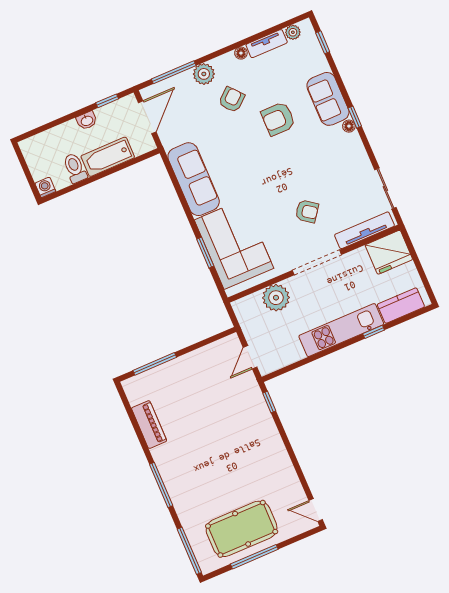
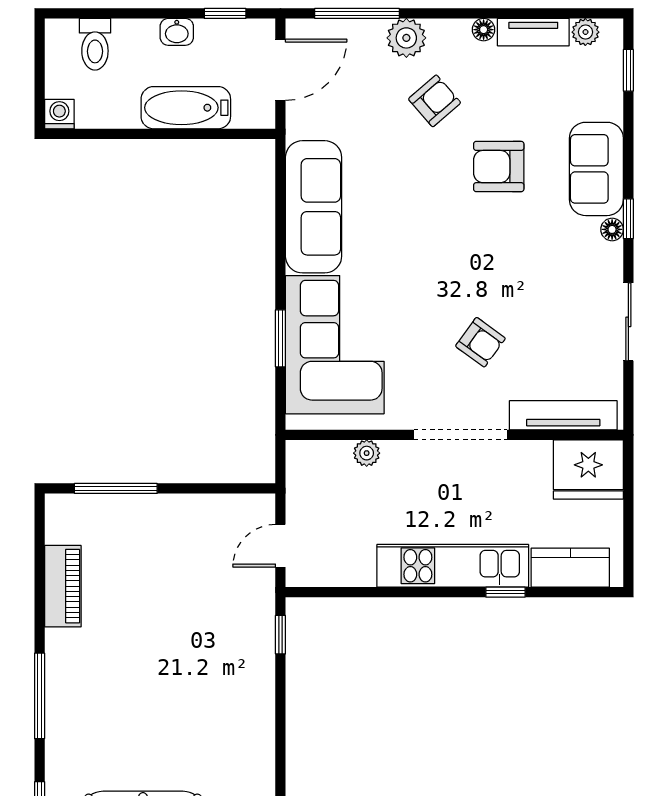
toilet: (75, 168) -> (95, 44), moved, turned 180
sliding door: (385, 189) -> (628, 322), moved
plant: (276, 298) -> (367, 453), width x0.53, depth x0.53

